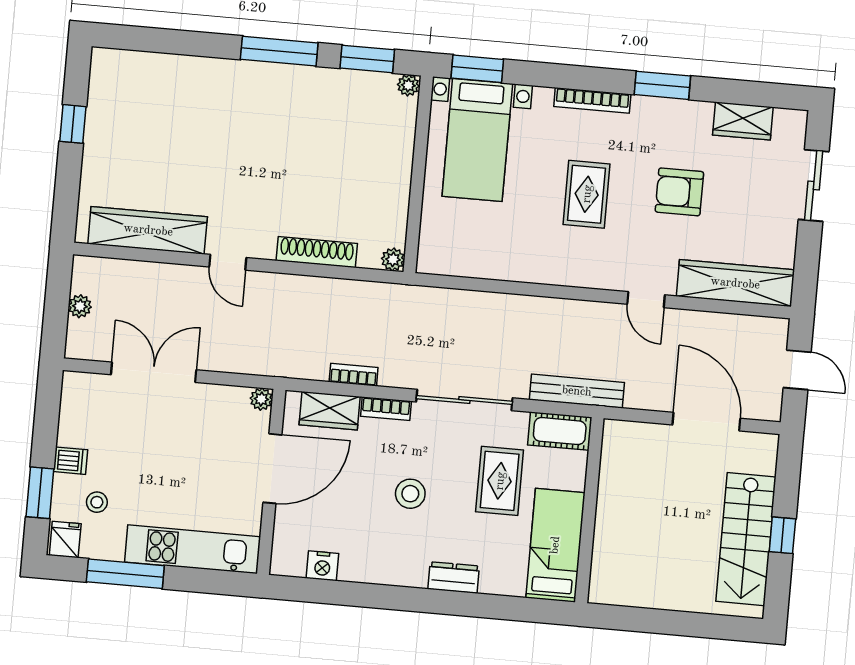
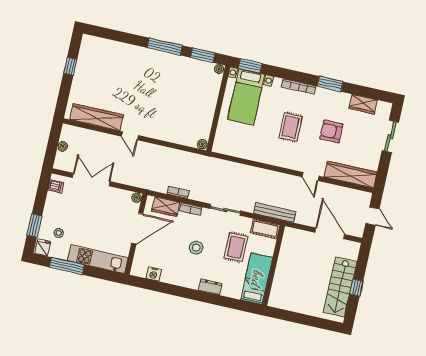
shoe rack: (317, 252) -> (169, 137), removed
sliding door: (464, 400) -> (225, 210), width x0.73
dishwasher: (71, 461) -> (56, 186), moved

